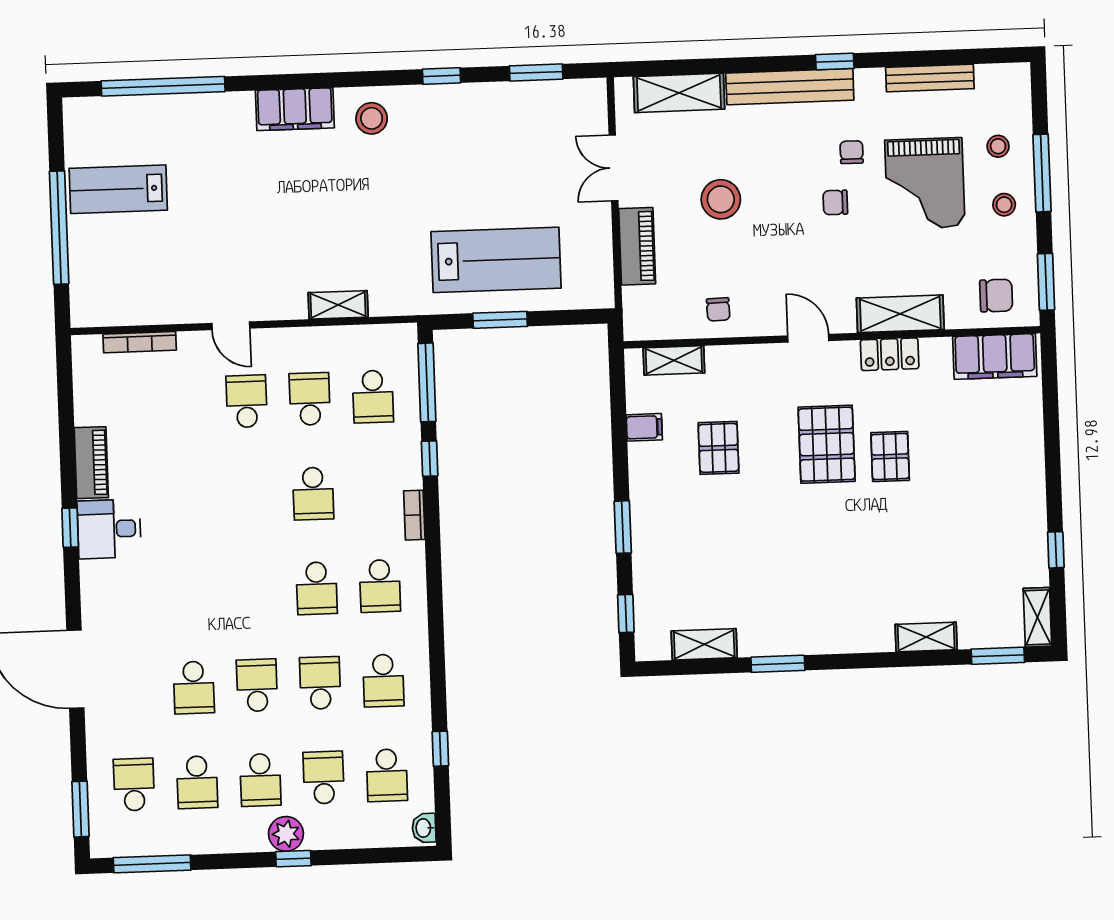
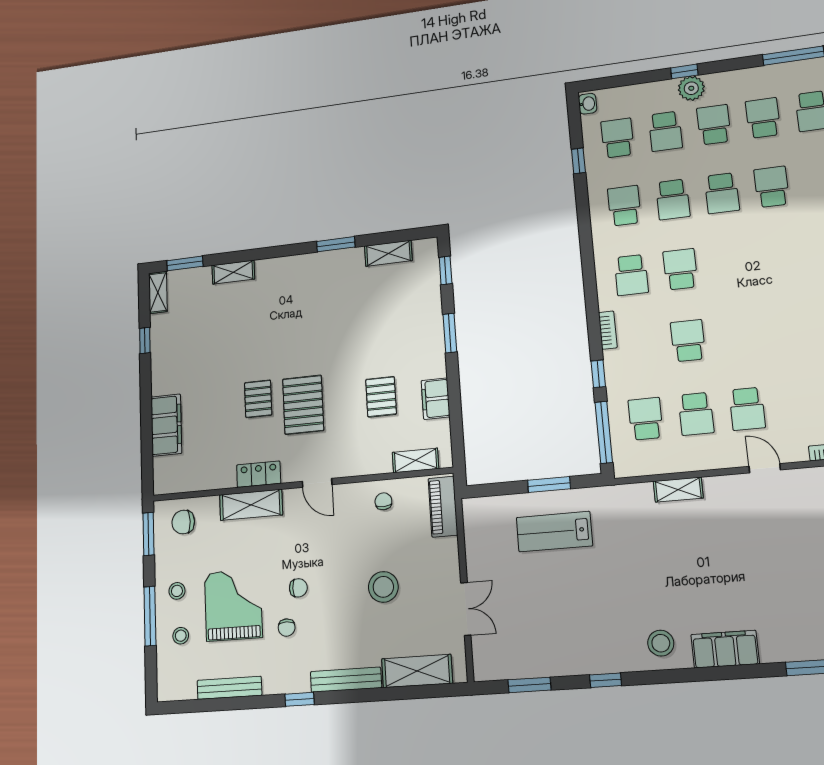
bench: (790, 87) -> (346, 680), width x0.73, depth x0.82
piano: (637, 246) -> (443, 507), moved
lab bench: (496, 260) -> (554, 532), width x0.73, depth x0.72
filing cabinet: (995, 356) -> (166, 425), moved, turned 90
filing cabinet: (644, 427) -> (436, 399), width x2.00
school desk: (380, 586) -> (631, 275), turned 180

